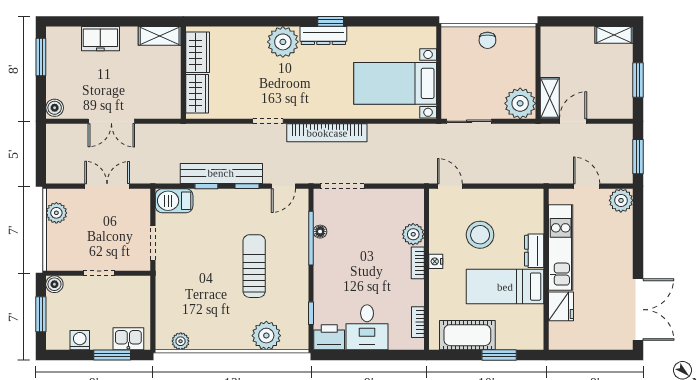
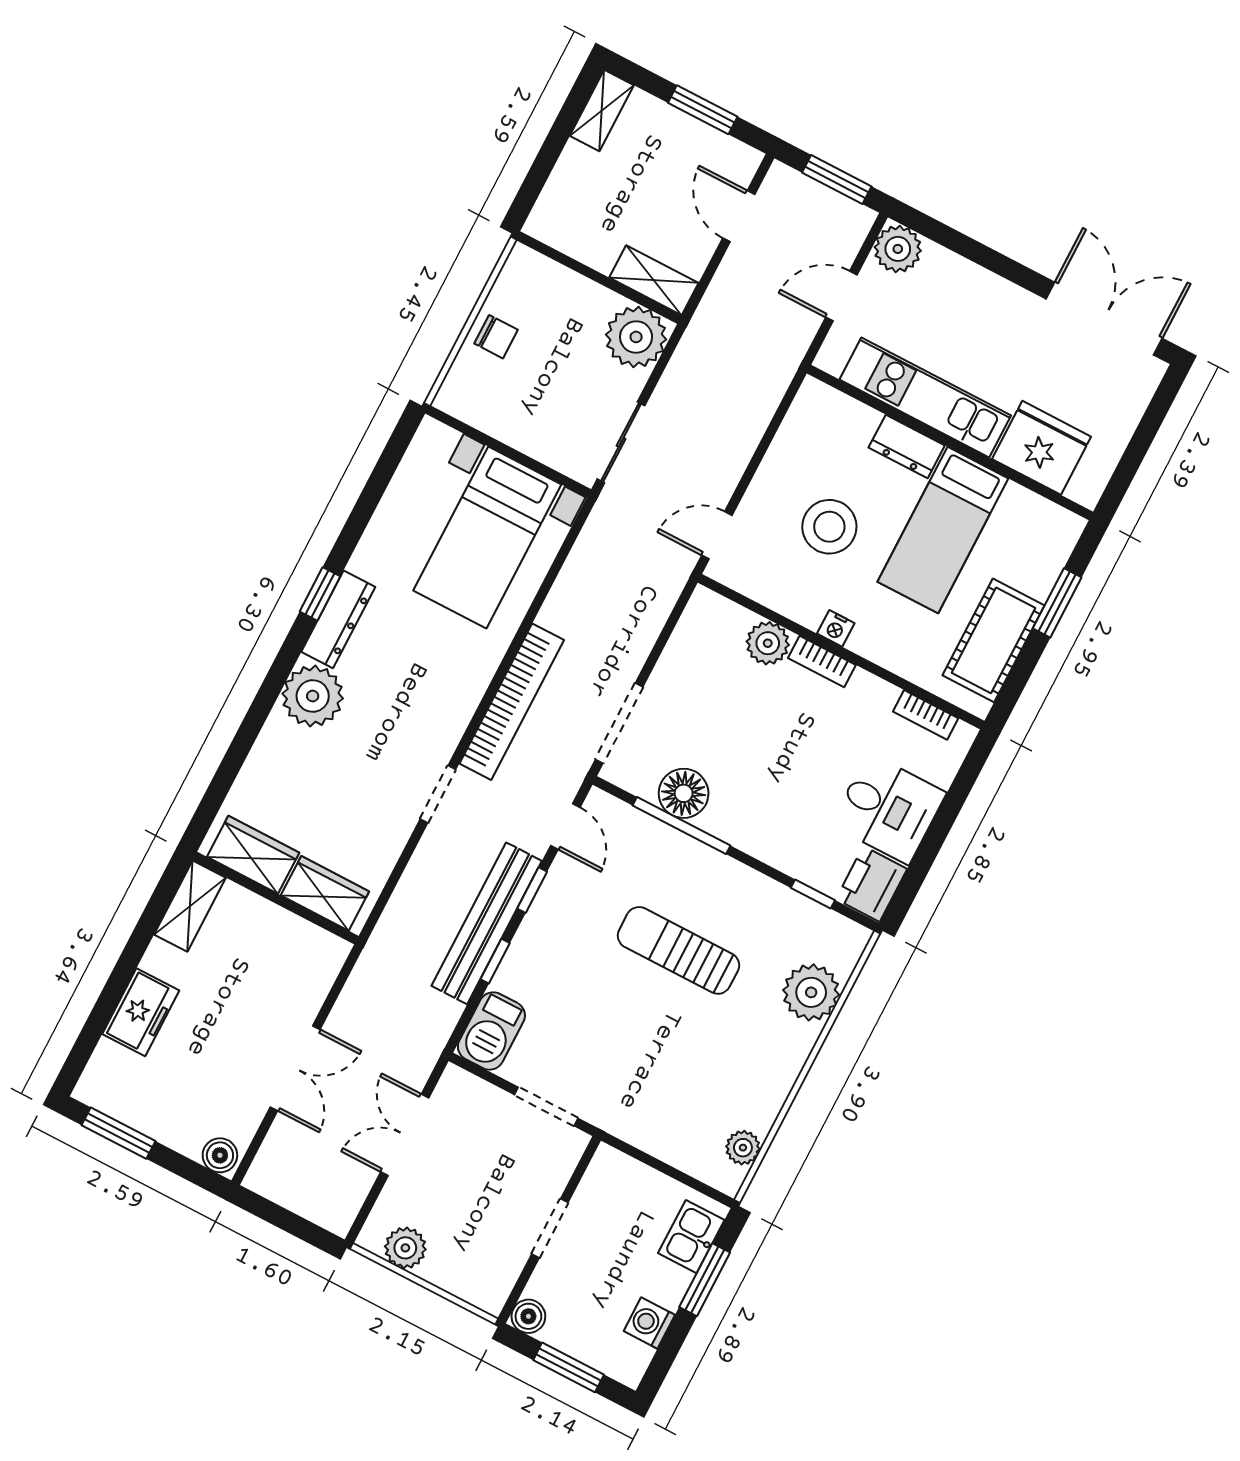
door: (573, 121) -> (739, 216), moved
floor lamp: (320, 232) -> (684, 793), width x1.89, depth x1.89
fridge: (561, 306) -> (1042, 448), width x1.36, depth x1.34

